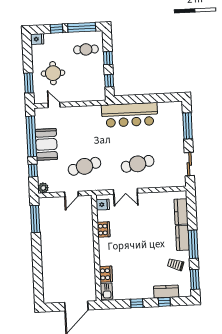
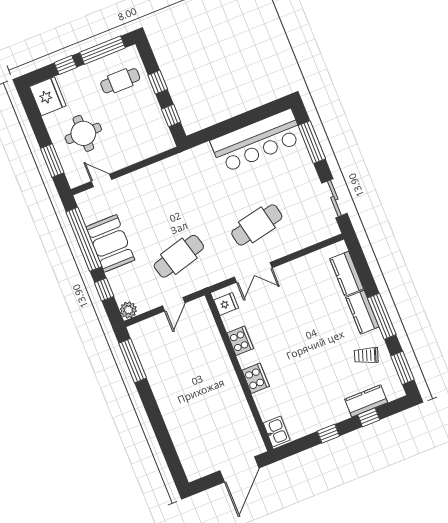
fridge: (37, 39) -> (48, 96), width x1.88, depth x1.34
bar counter: (130, 115) -> (257, 141), moved
cooker: (106, 274) -> (256, 378), moved

